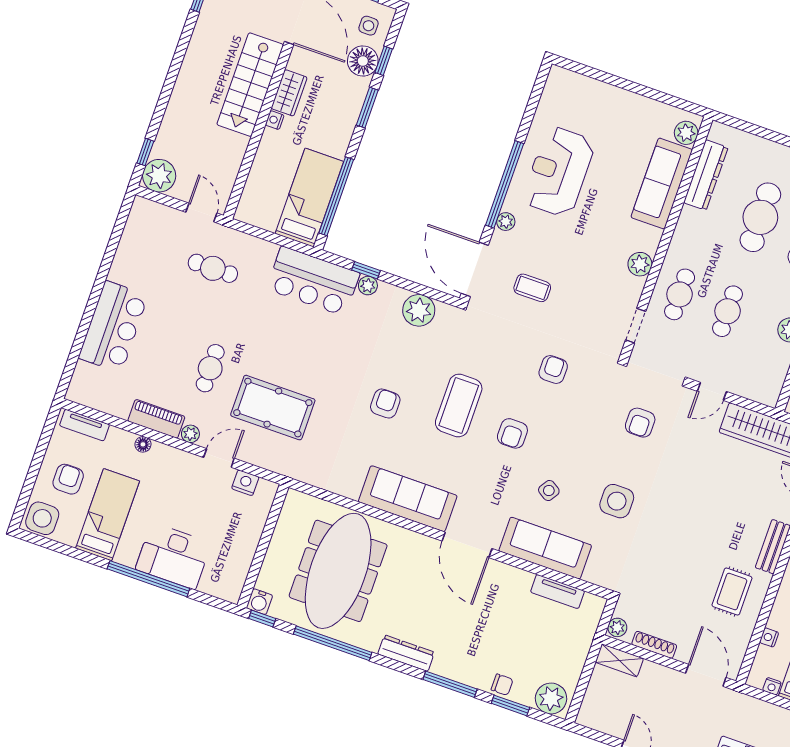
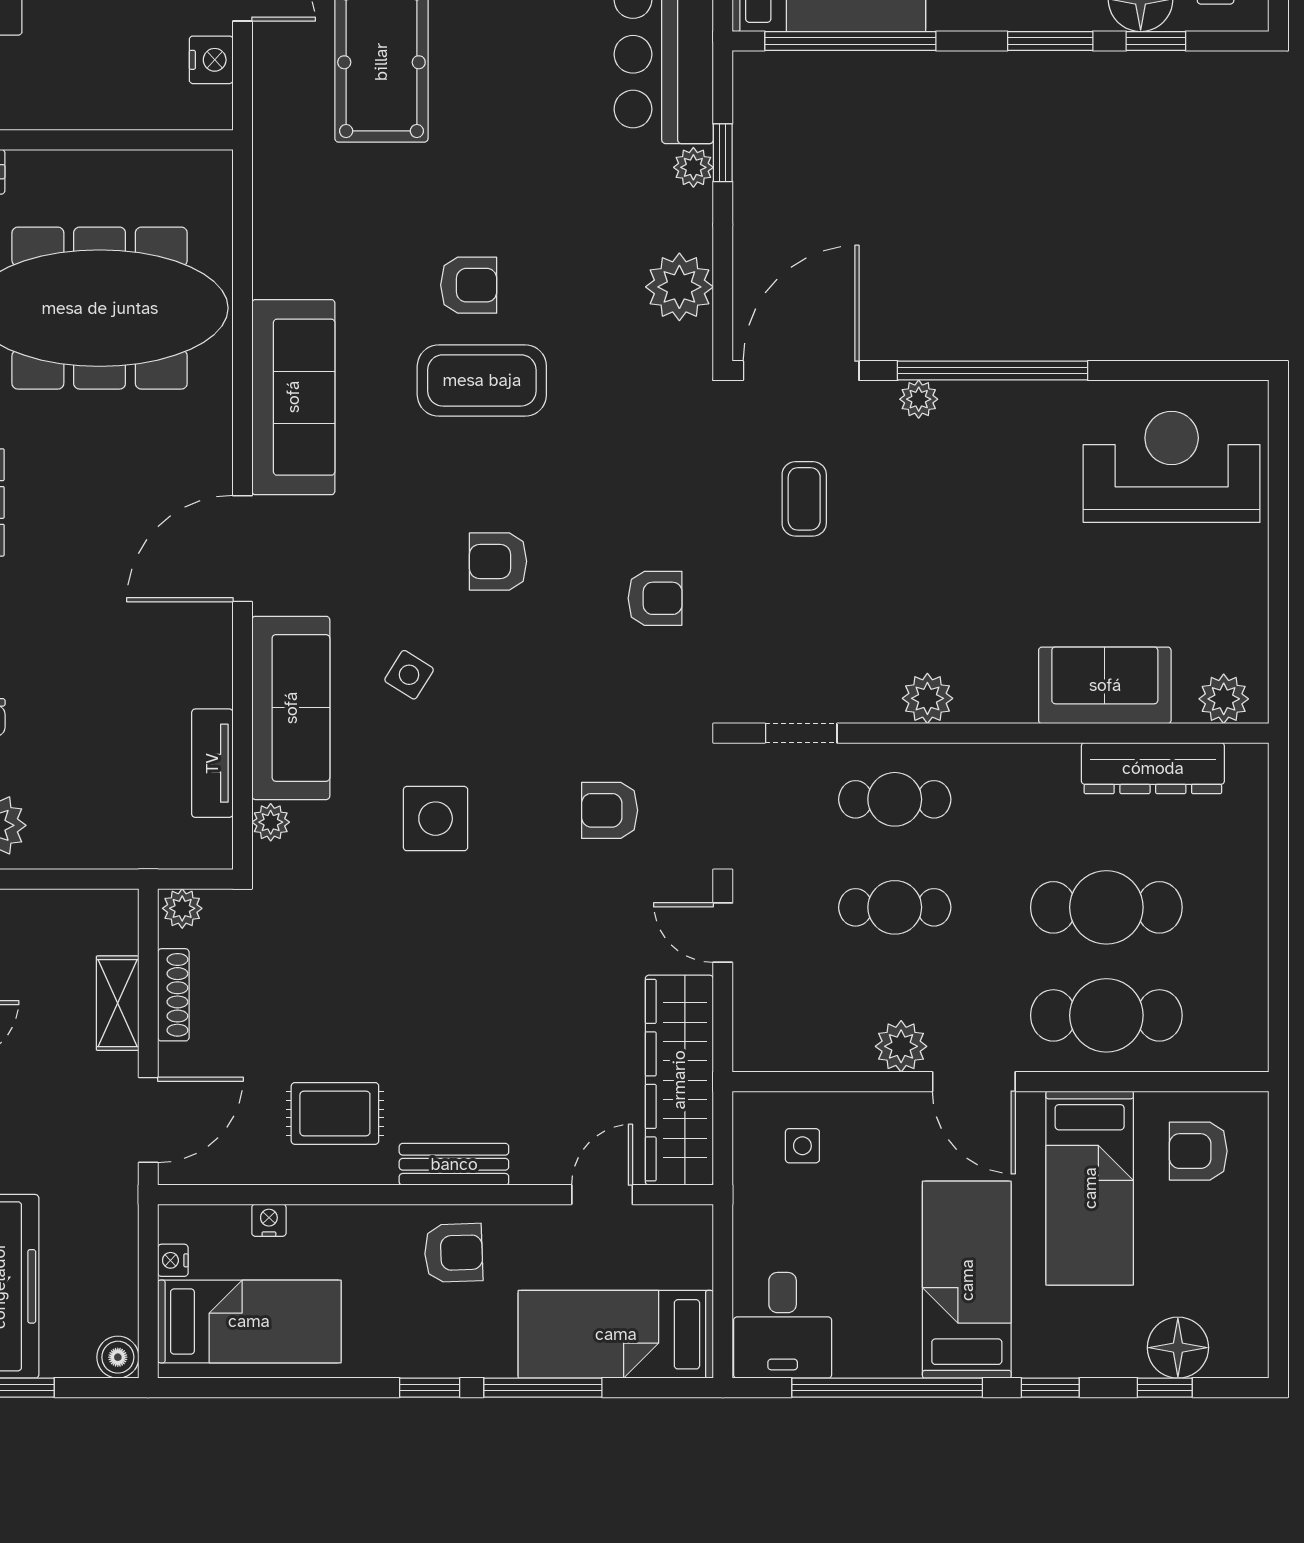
reception desk: (559, 172) -> (1172, 467), moved
sofa: (662, 183) -> (1105, 685), width x0.73
coffee table: (459, 405) -> (482, 380), moved
plant: (593, 575) -> (271, 822), added
shelving: (619, 660) -> (118, 1003), moved

